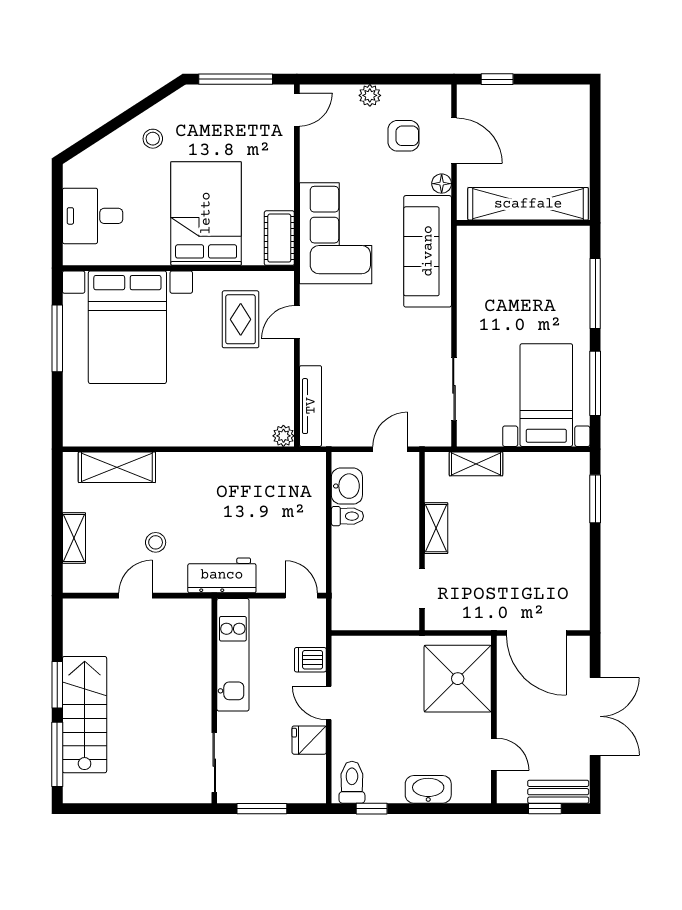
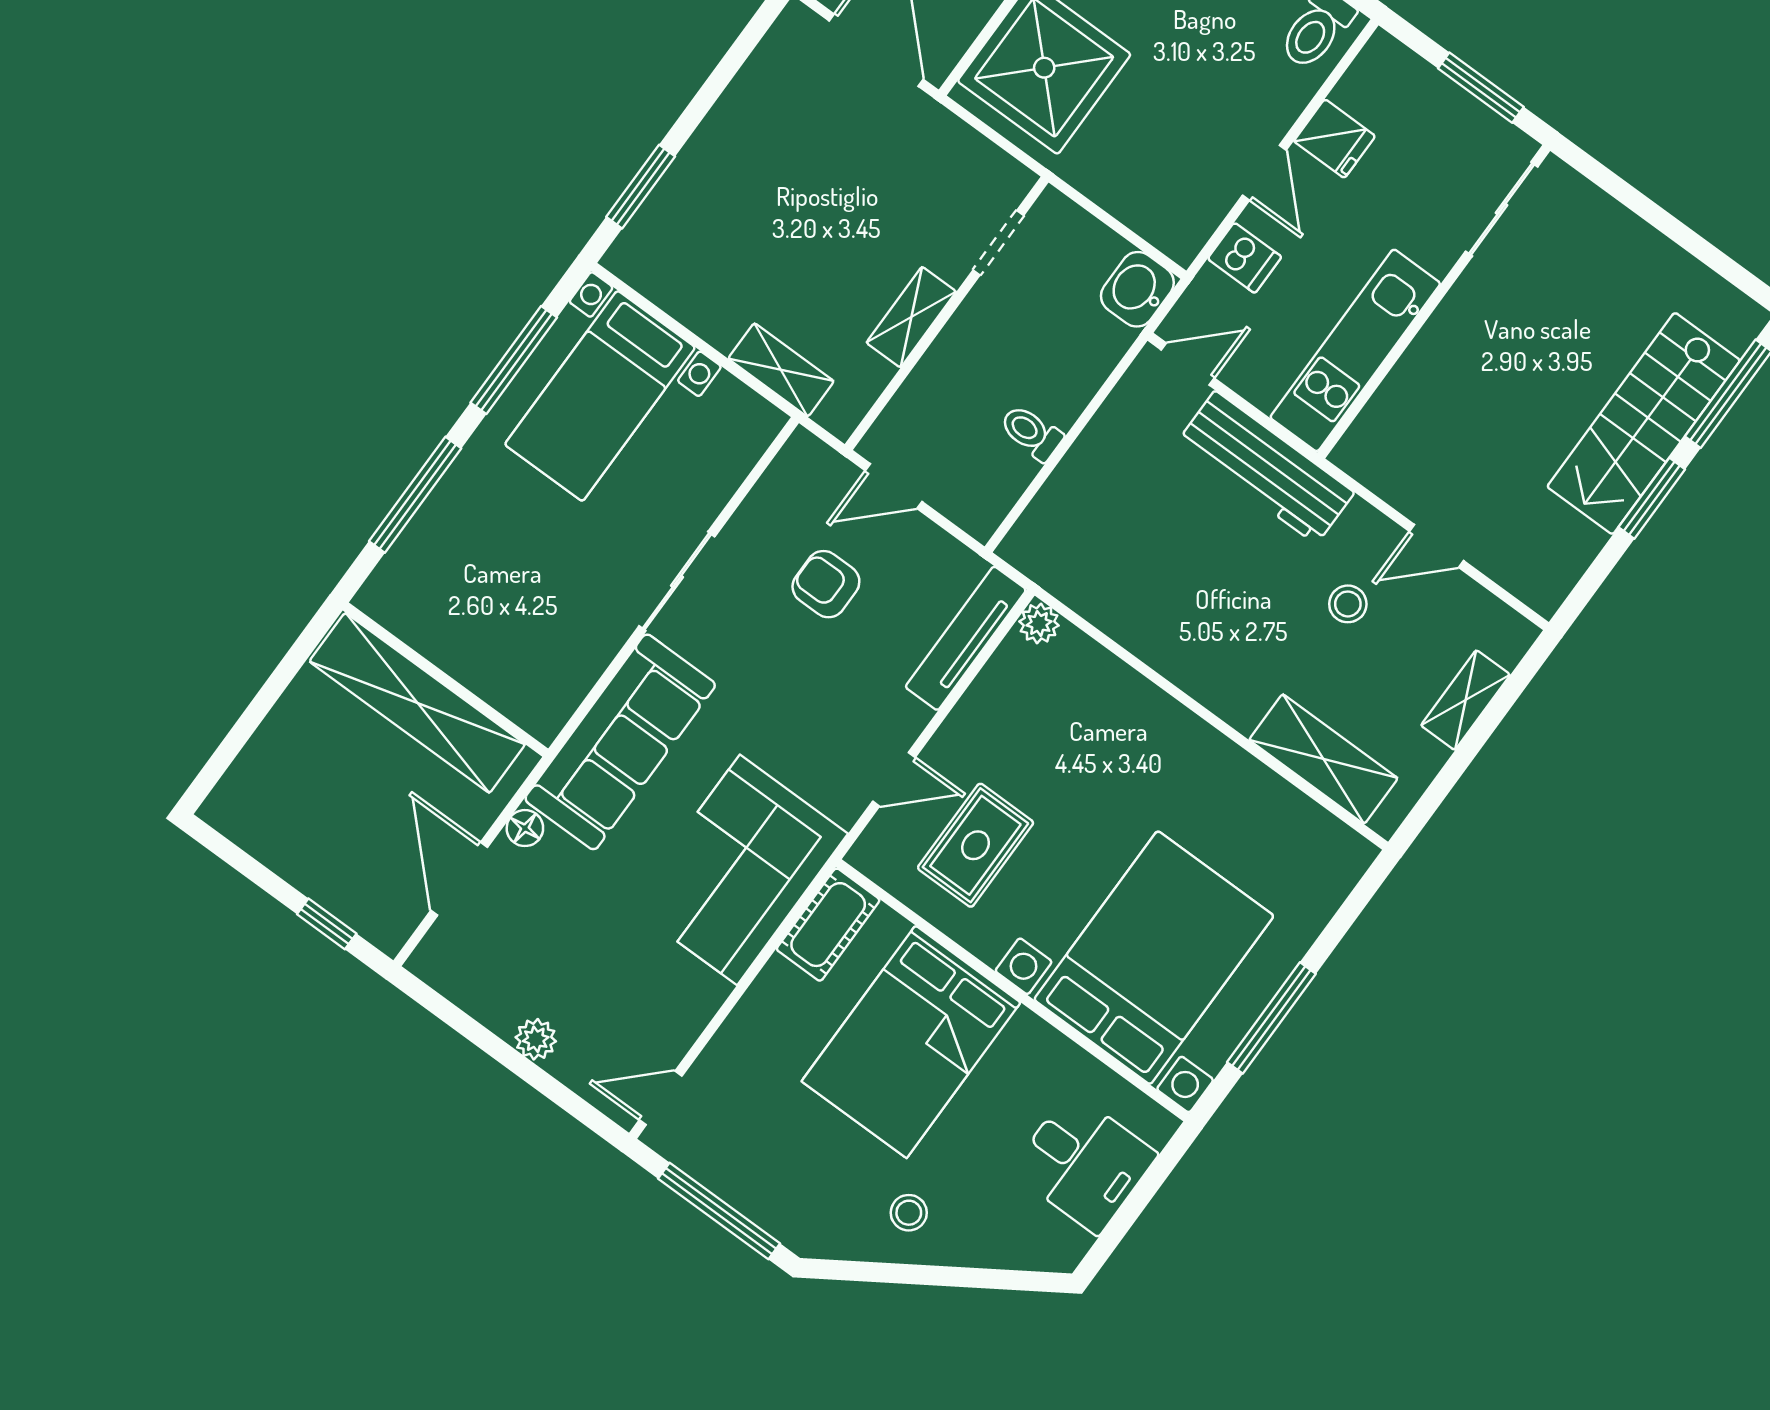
armchair: (404, 136) -> (826, 584), moved
sliding door: (454, 389) -> (677, 581), moved
washbasin: (347, 486) -> (1137, 289), moved
workbench: (222, 575) -> (1266, 467), width x1.38
door: (301, 596) -> (1188, 364), swing flipped

